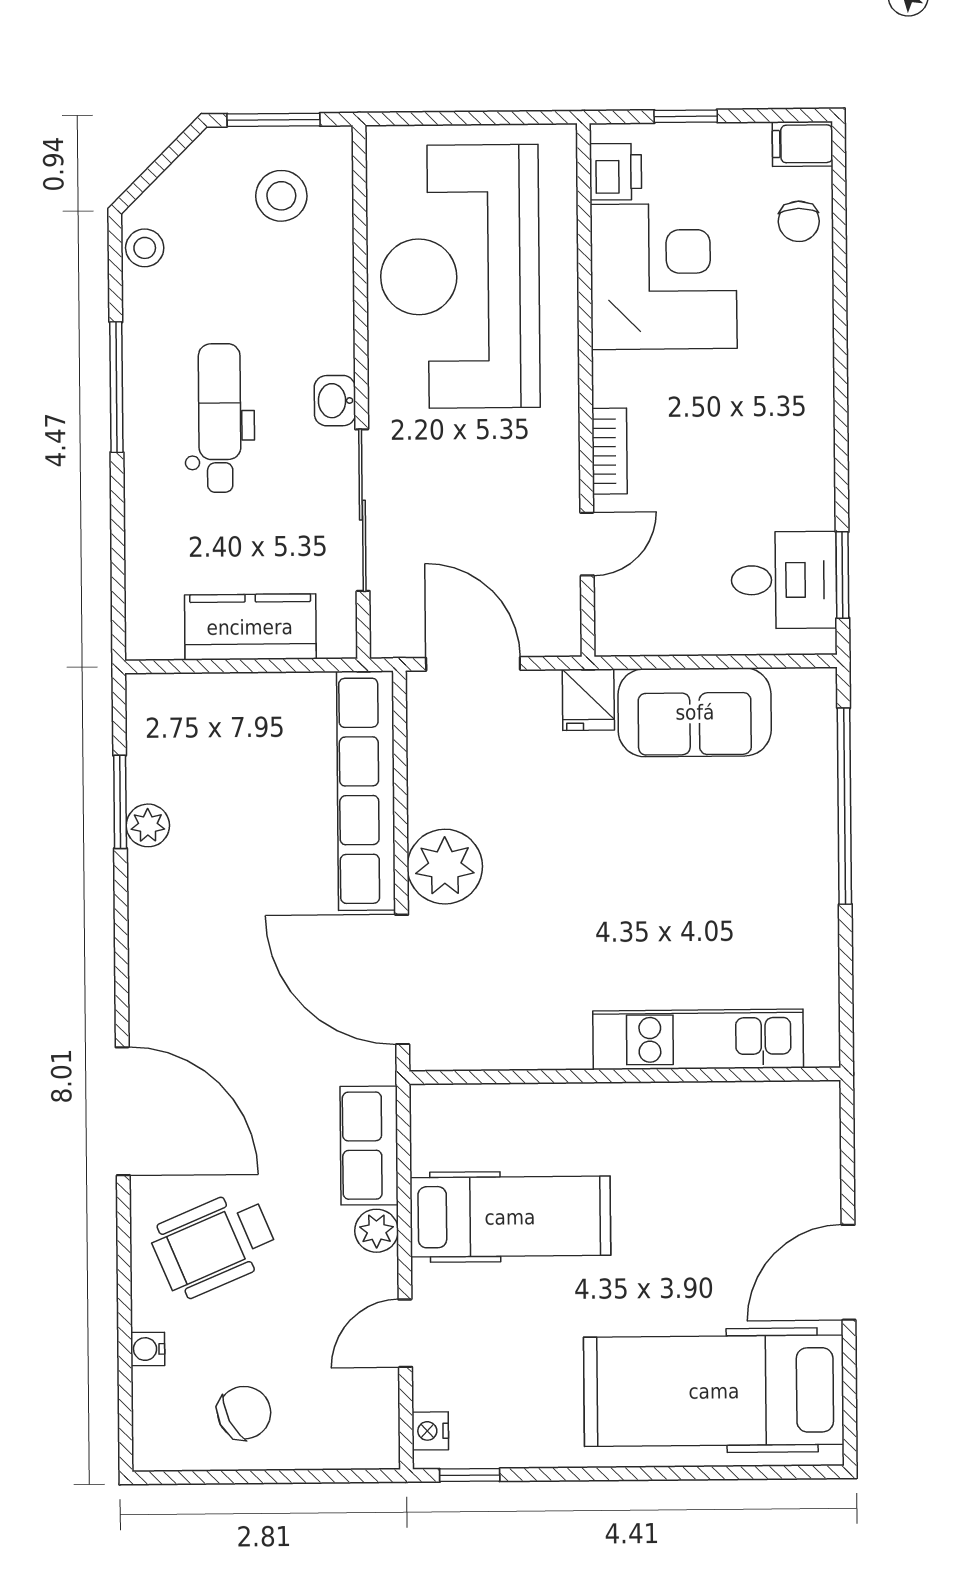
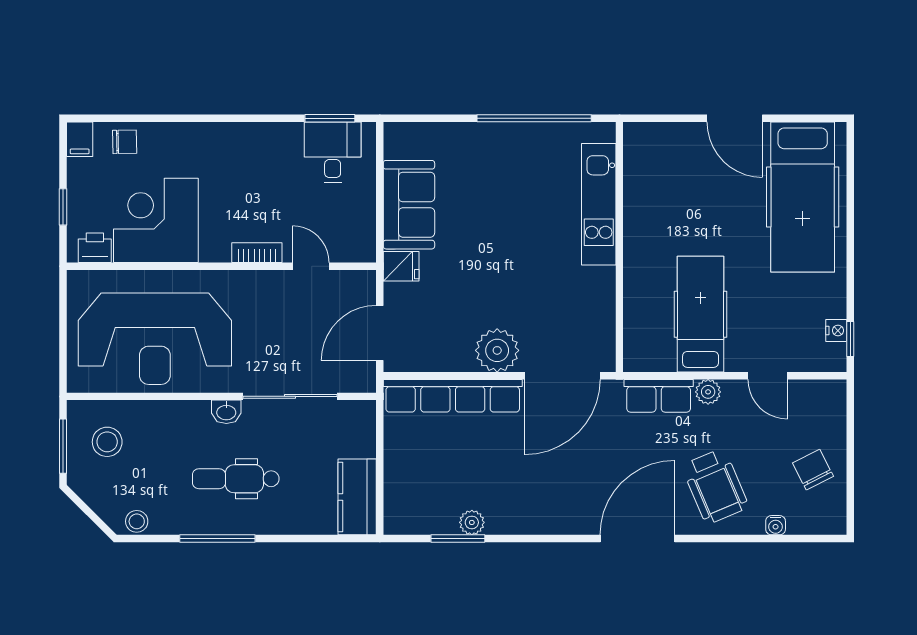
kitchen counter: (250, 627) -> (357, 497), moved
window: (844, 806) -> (534, 118), moved
nightstand: (430, 1431) -> (836, 331), moved, turned -90

